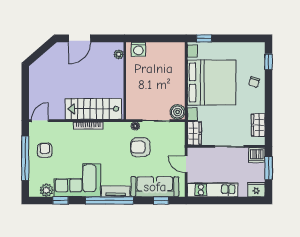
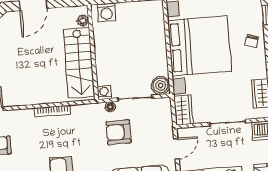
stairs: (93, 109) -> (79, 63), moved, turned -90
washing machine: (131, 114) -> (104, 93), added
door: (186, 164) -> (176, 149), swing flipped

